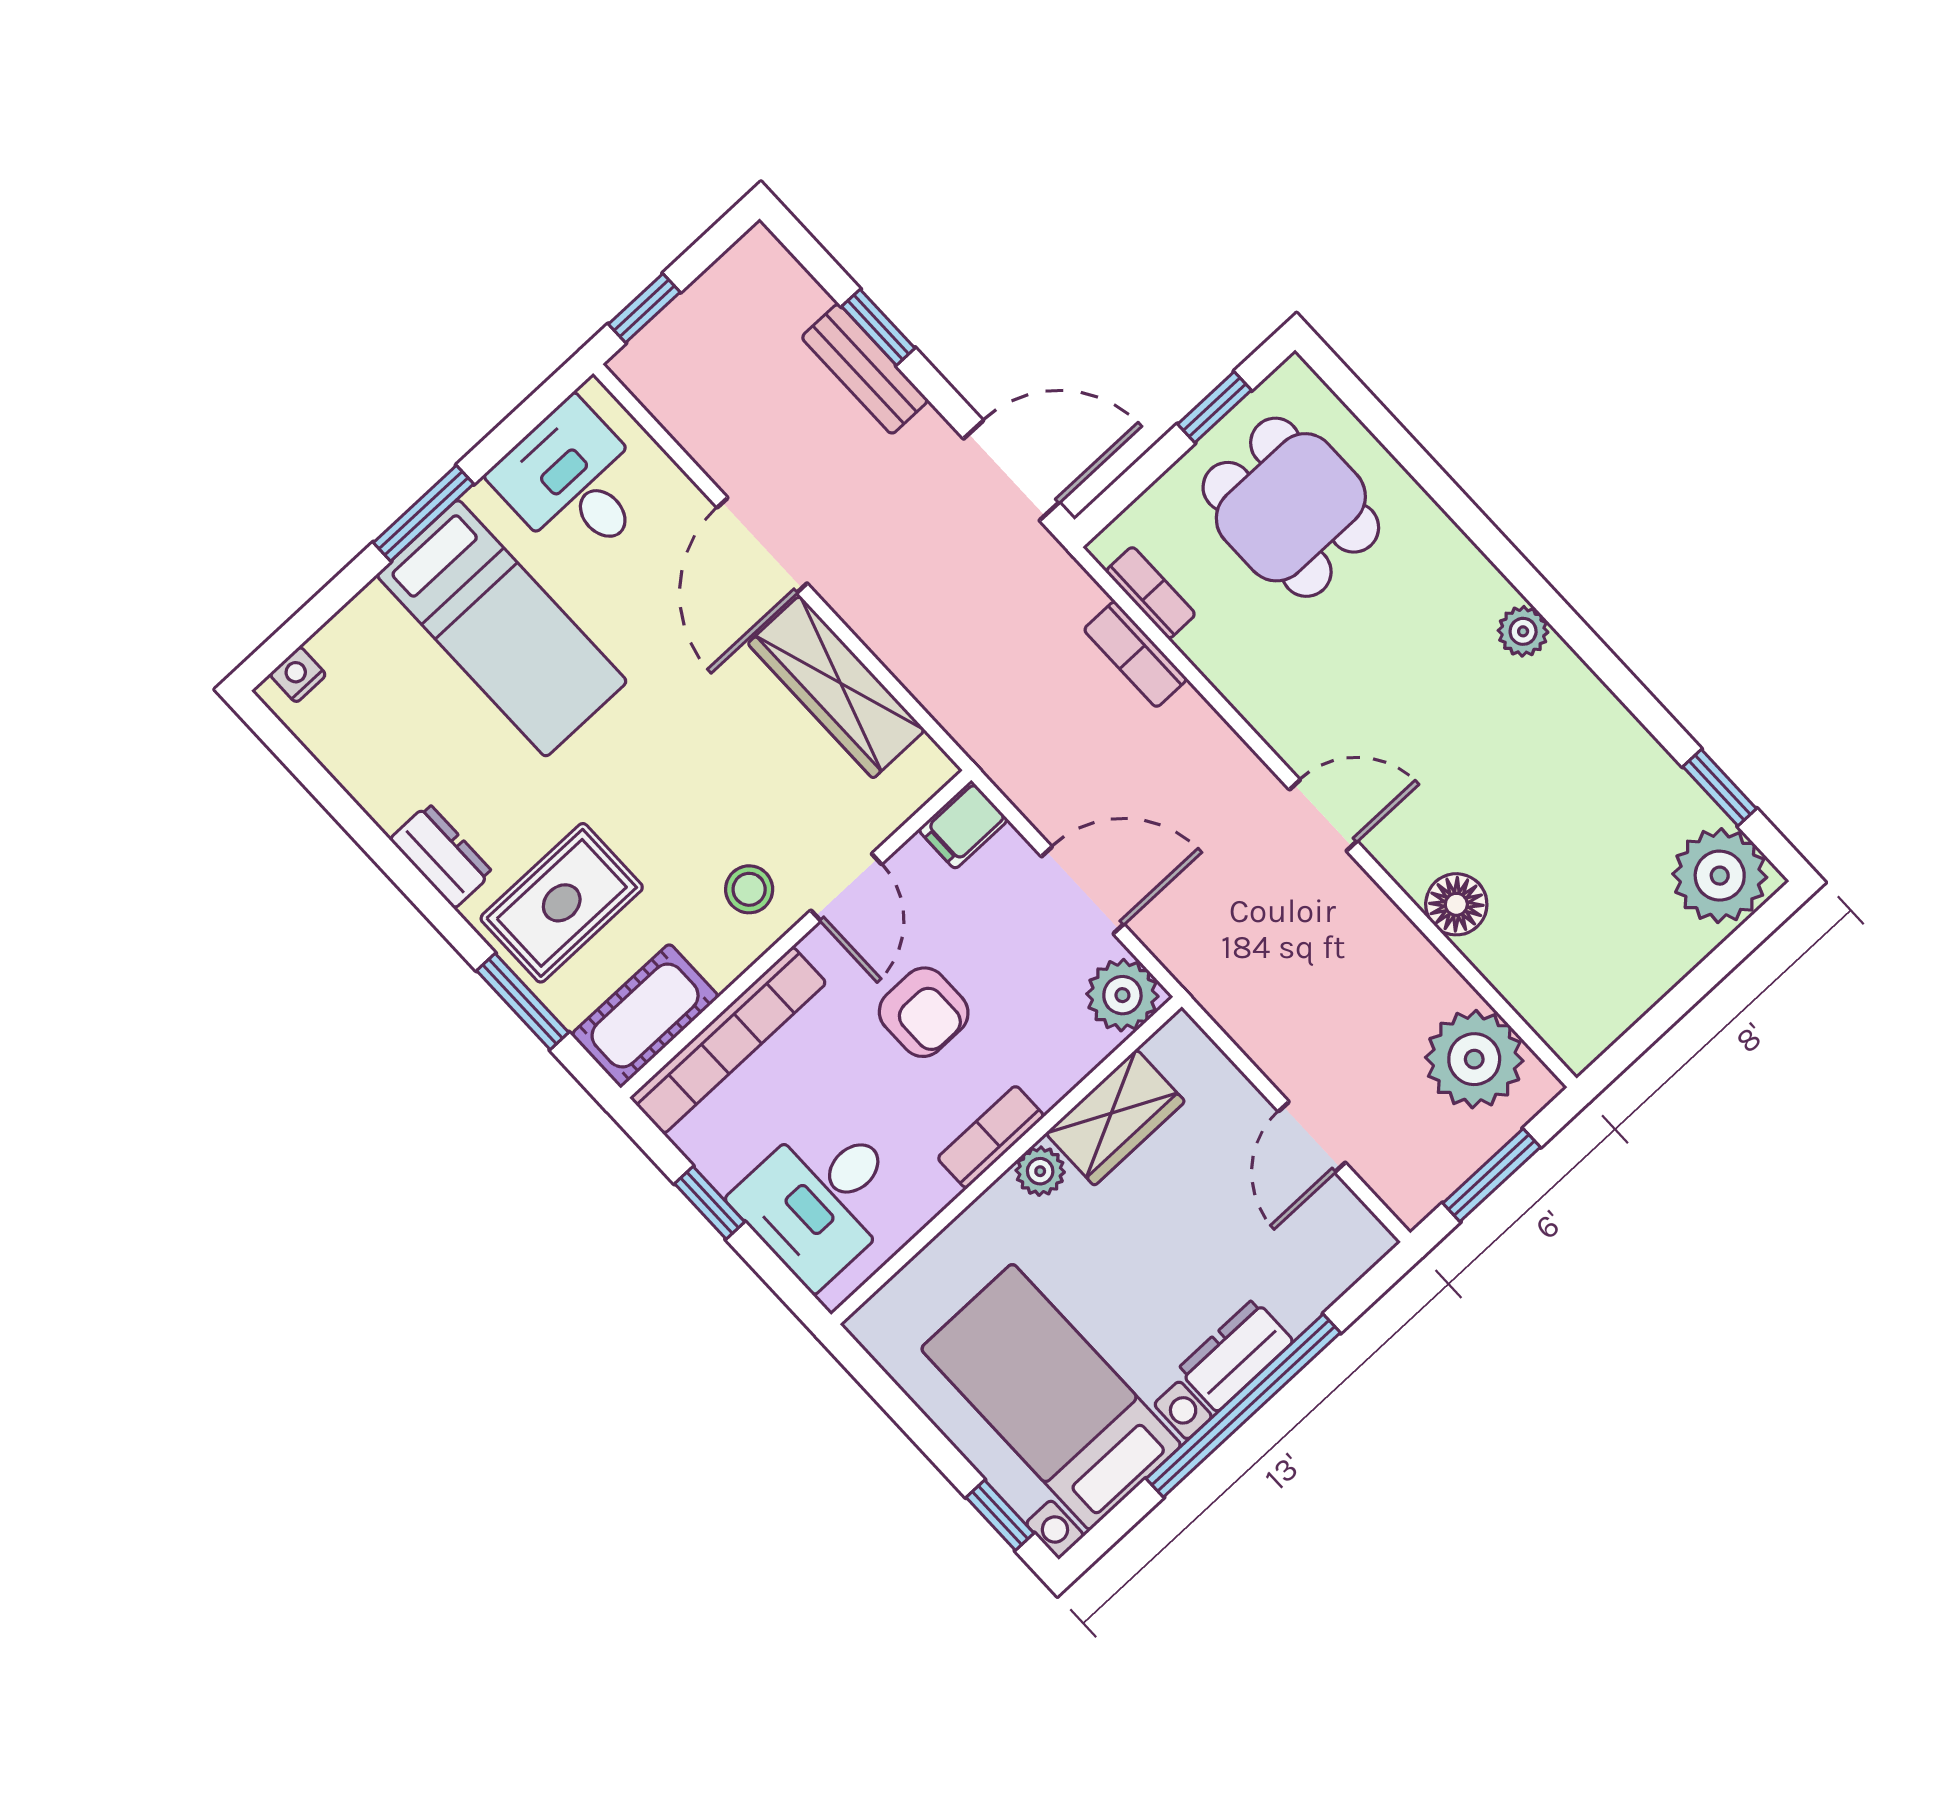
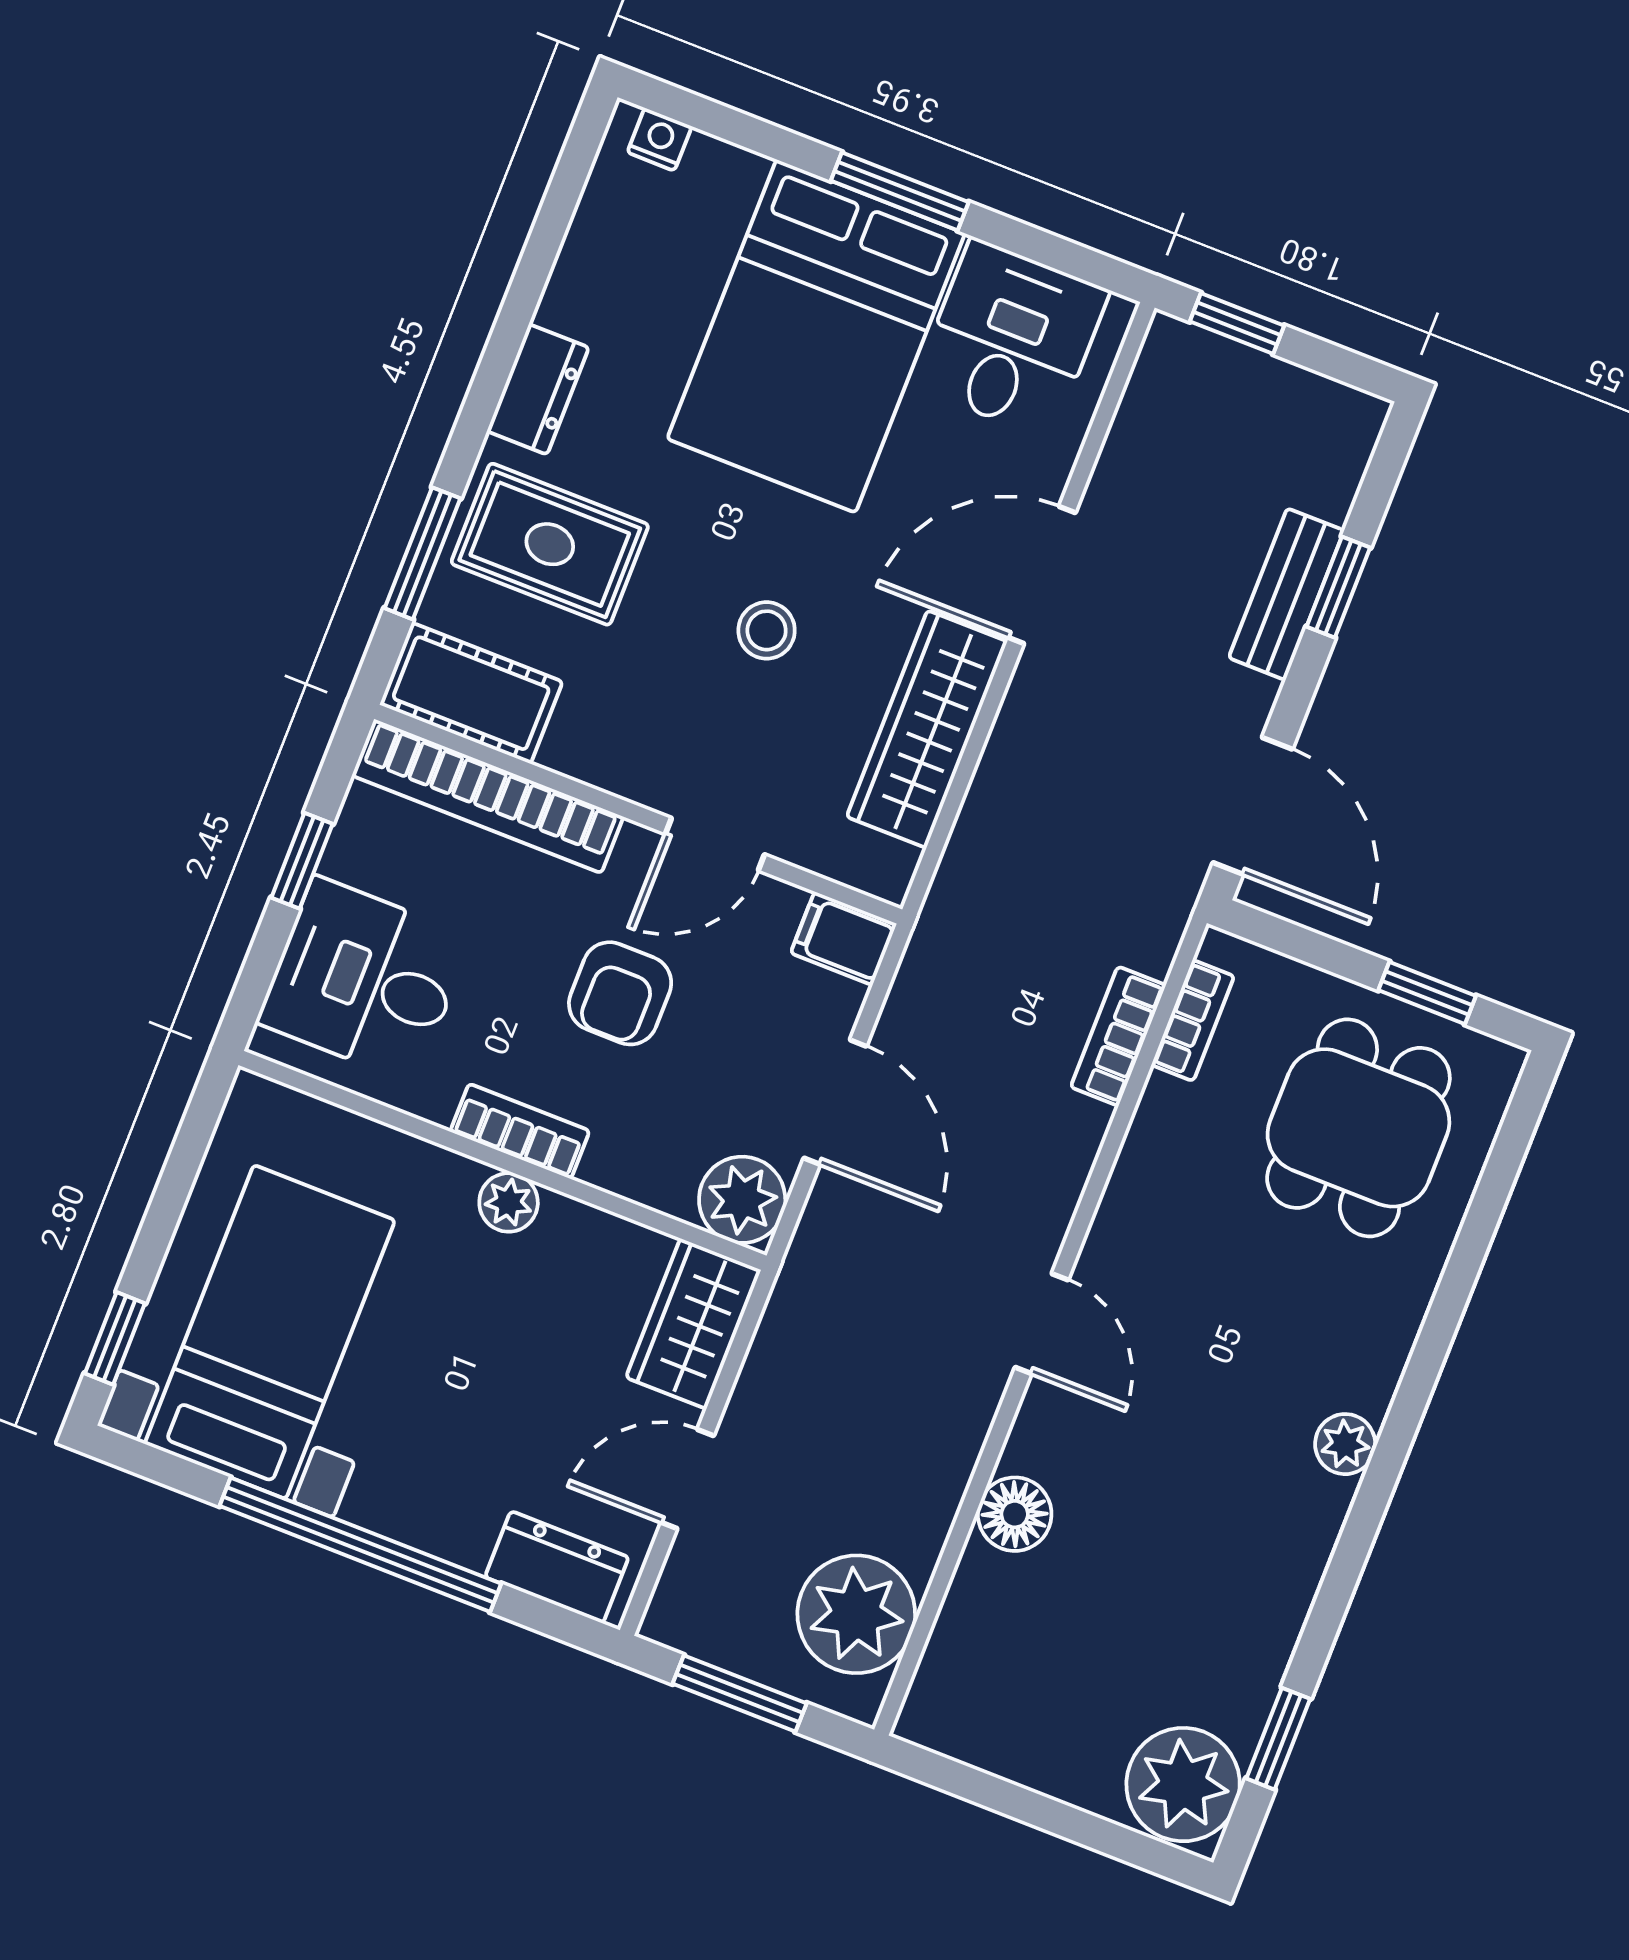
bed: (502, 628) -> (816, 336), width x1.50
stool: (749, 889) -> (767, 630), moved
wardrobe: (1115, 1117) -> (693, 1324), moved, turned 90
dresser: (1235, 1355) -> (557, 1567), moved

